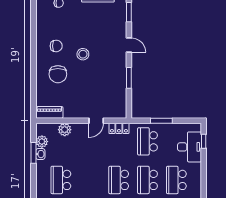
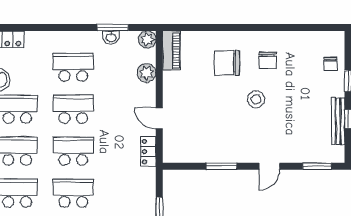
school desk: (147, 141) -> (73, 109), moved
plant: (42, 142) -> (147, 40), moved

